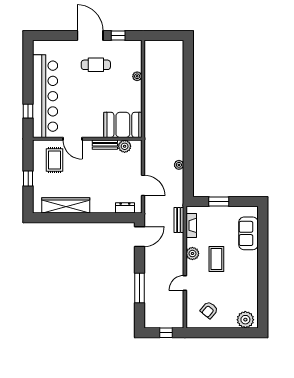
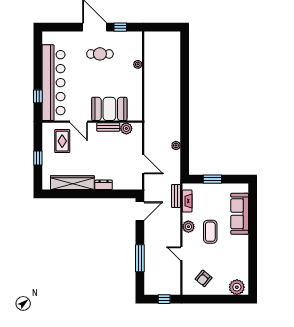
booth: (123, 125) -> (109, 109), moved
dresser: (125, 208) -> (104, 185), moved
sofa: (248, 233) -> (240, 214), width x1.36
door: (185, 283) -> (181, 254), hinge flipped

